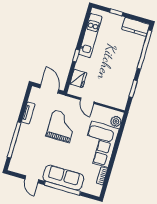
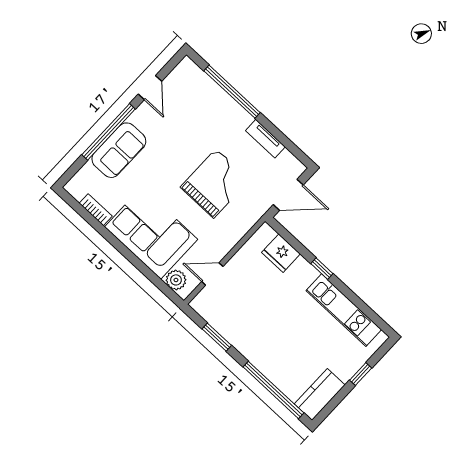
door: (87, 101) -> (212, 274), moved
grand piano: (61, 126) -> (215, 183), turned -90
sofa: (63, 178) -> (119, 150), width x0.73
door: (32, 179) -> (150, 88), swing flipped

